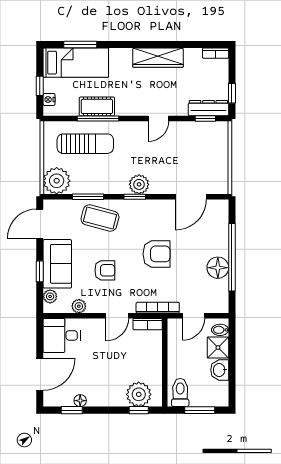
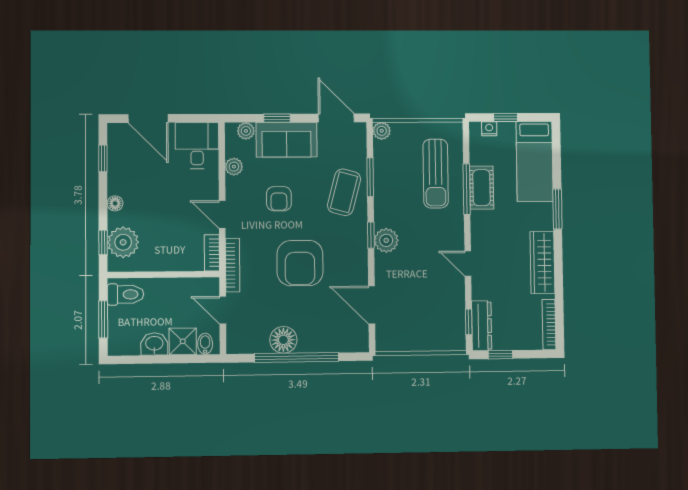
window: (80, 45) -> (557, 209), moved
bookcase: (216, 53) -> (549, 325), width x1.56
plant: (57, 181) -> (382, 131), width x0.53, depth x0.53
armchair: (157, 254) -> (300, 263), width x1.36, depth x1.36
floor lamp: (80, 401) -> (115, 203), moved

